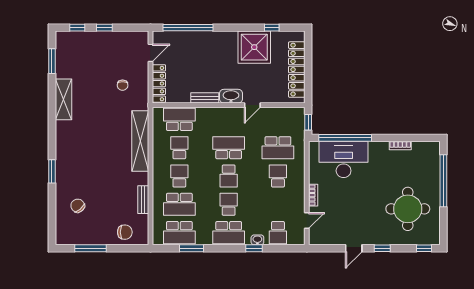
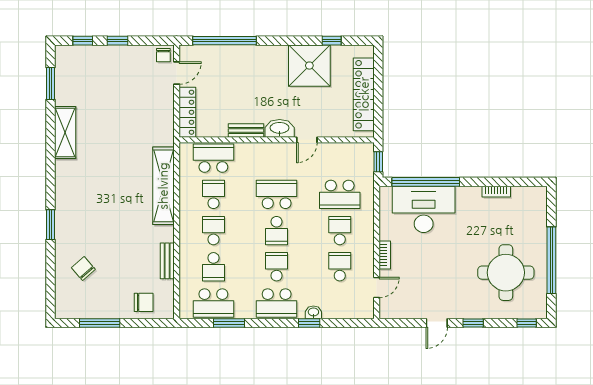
chair: (123, 85) -> (163, 55), moved
window: (443, 181) -> (551, 260), moved
school desk: (179, 204) -> (213, 267), width x0.54
school desk: (278, 233) -> (340, 267), moved, turned 180

